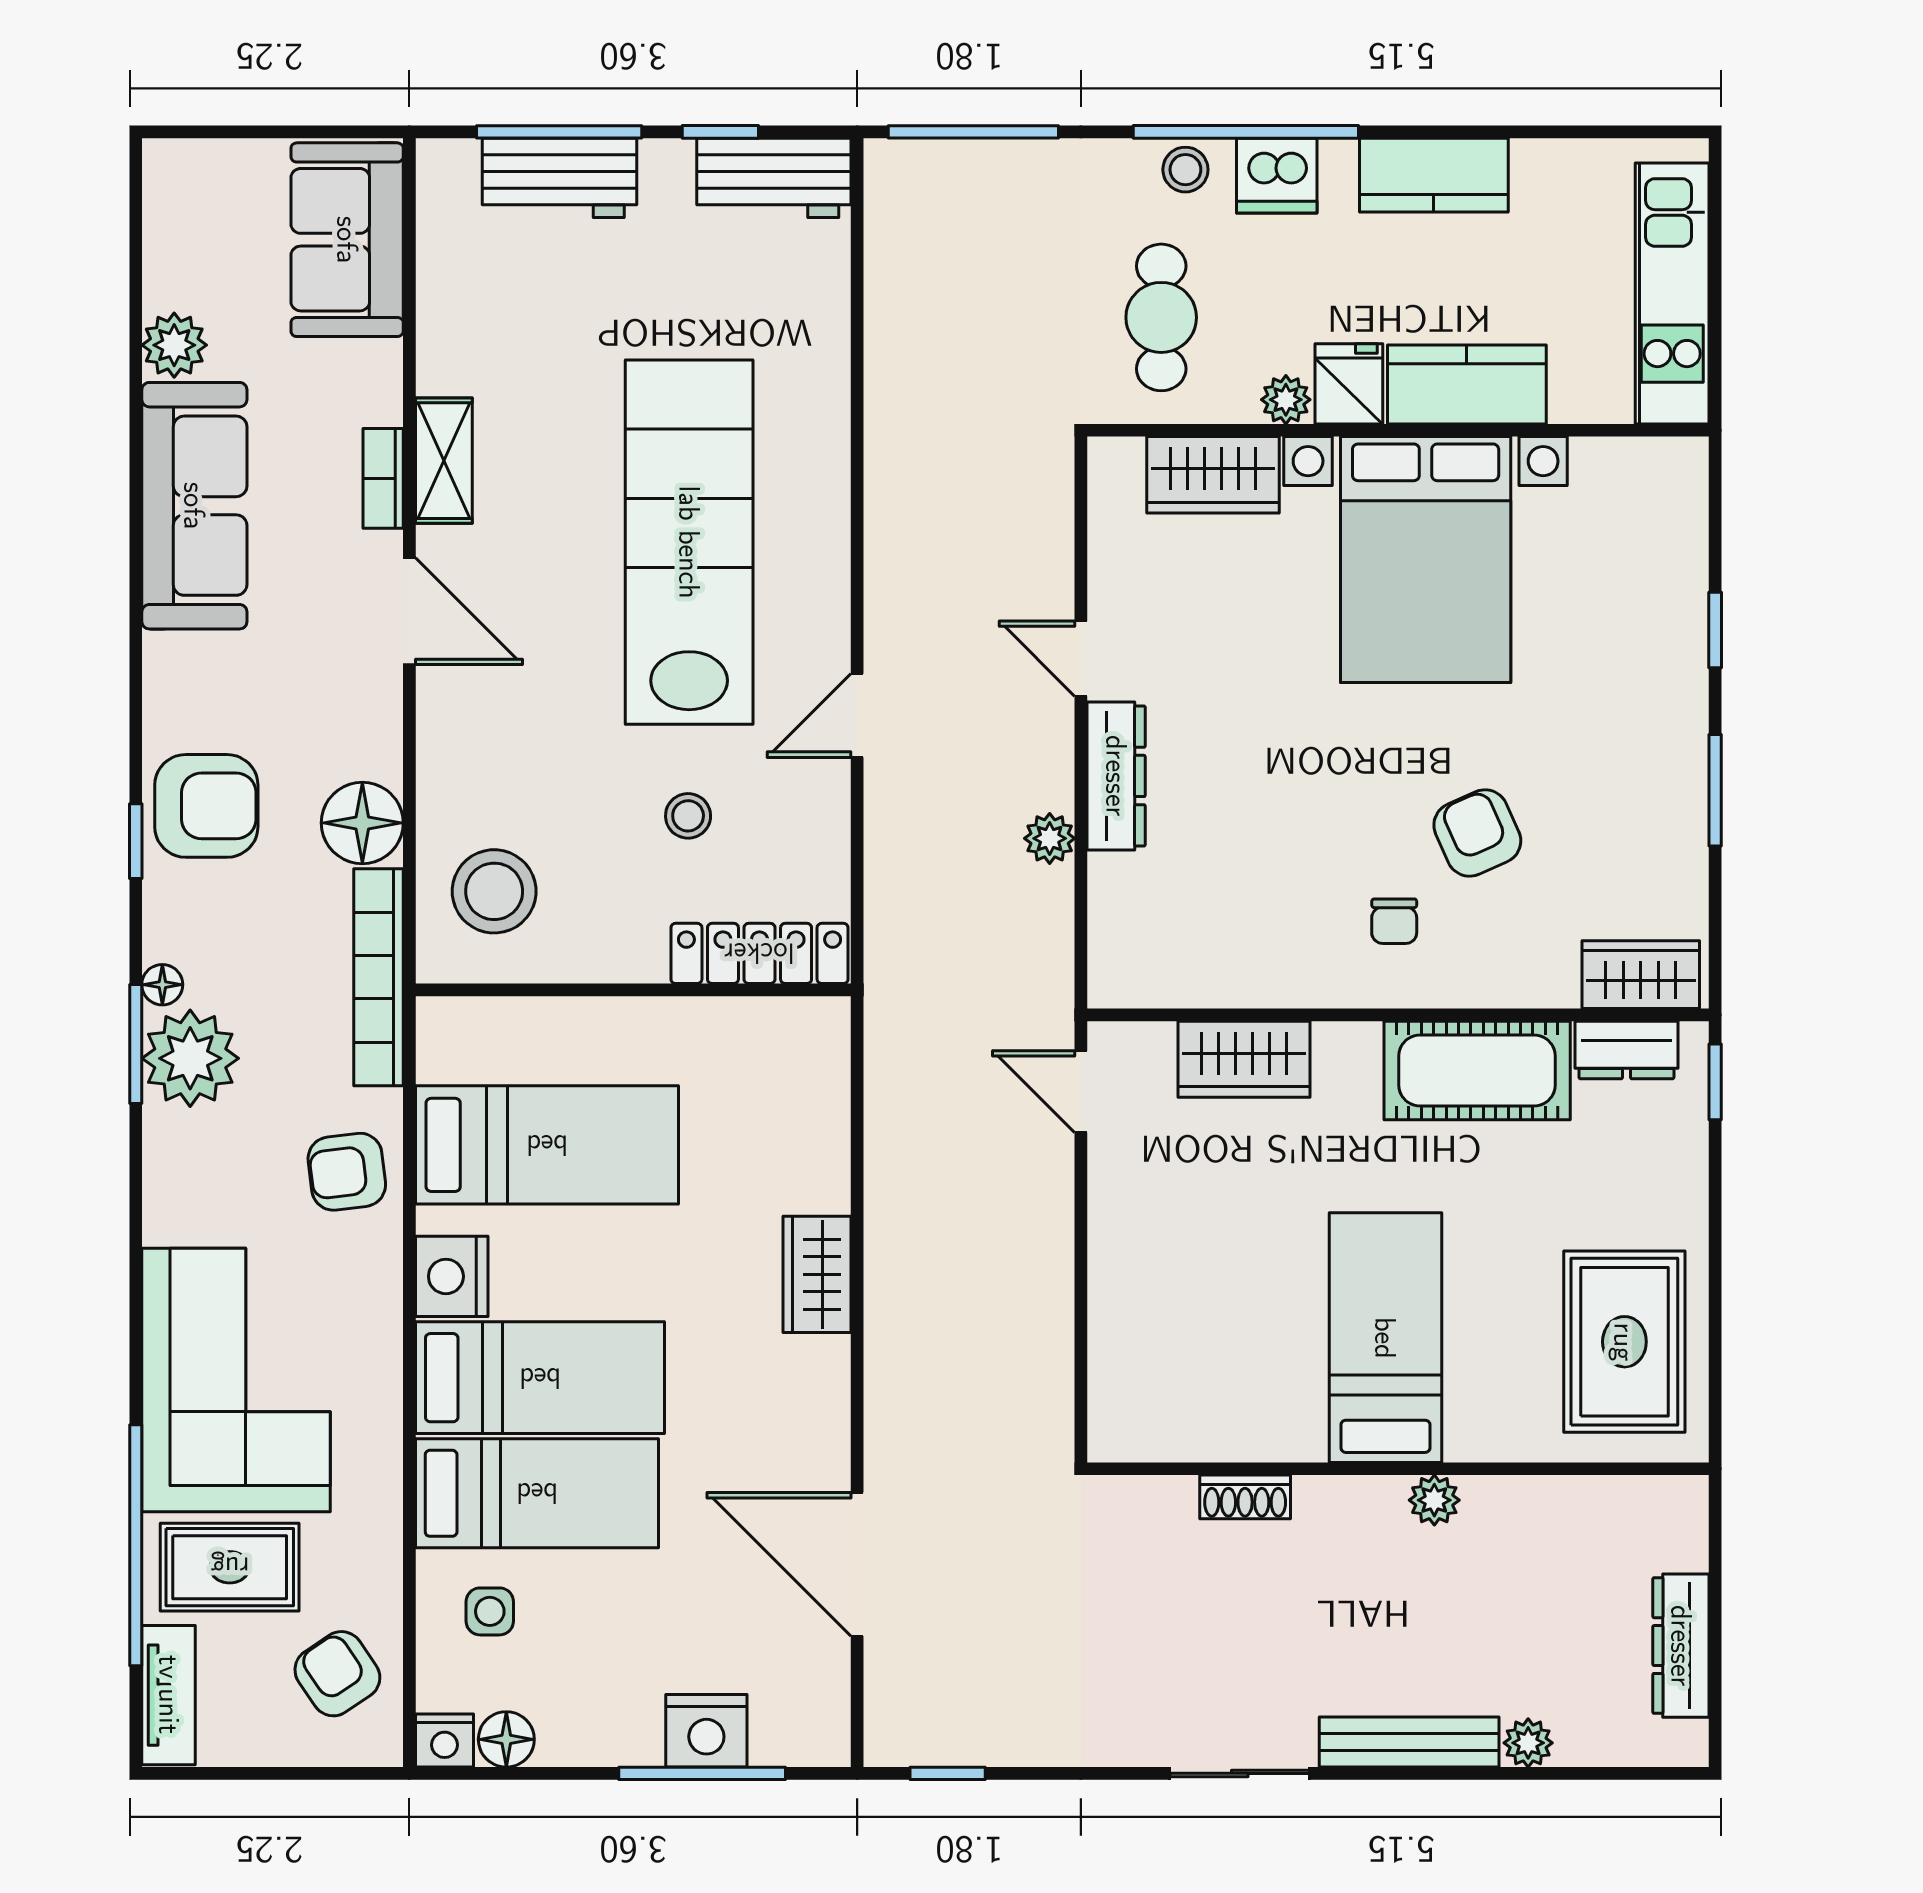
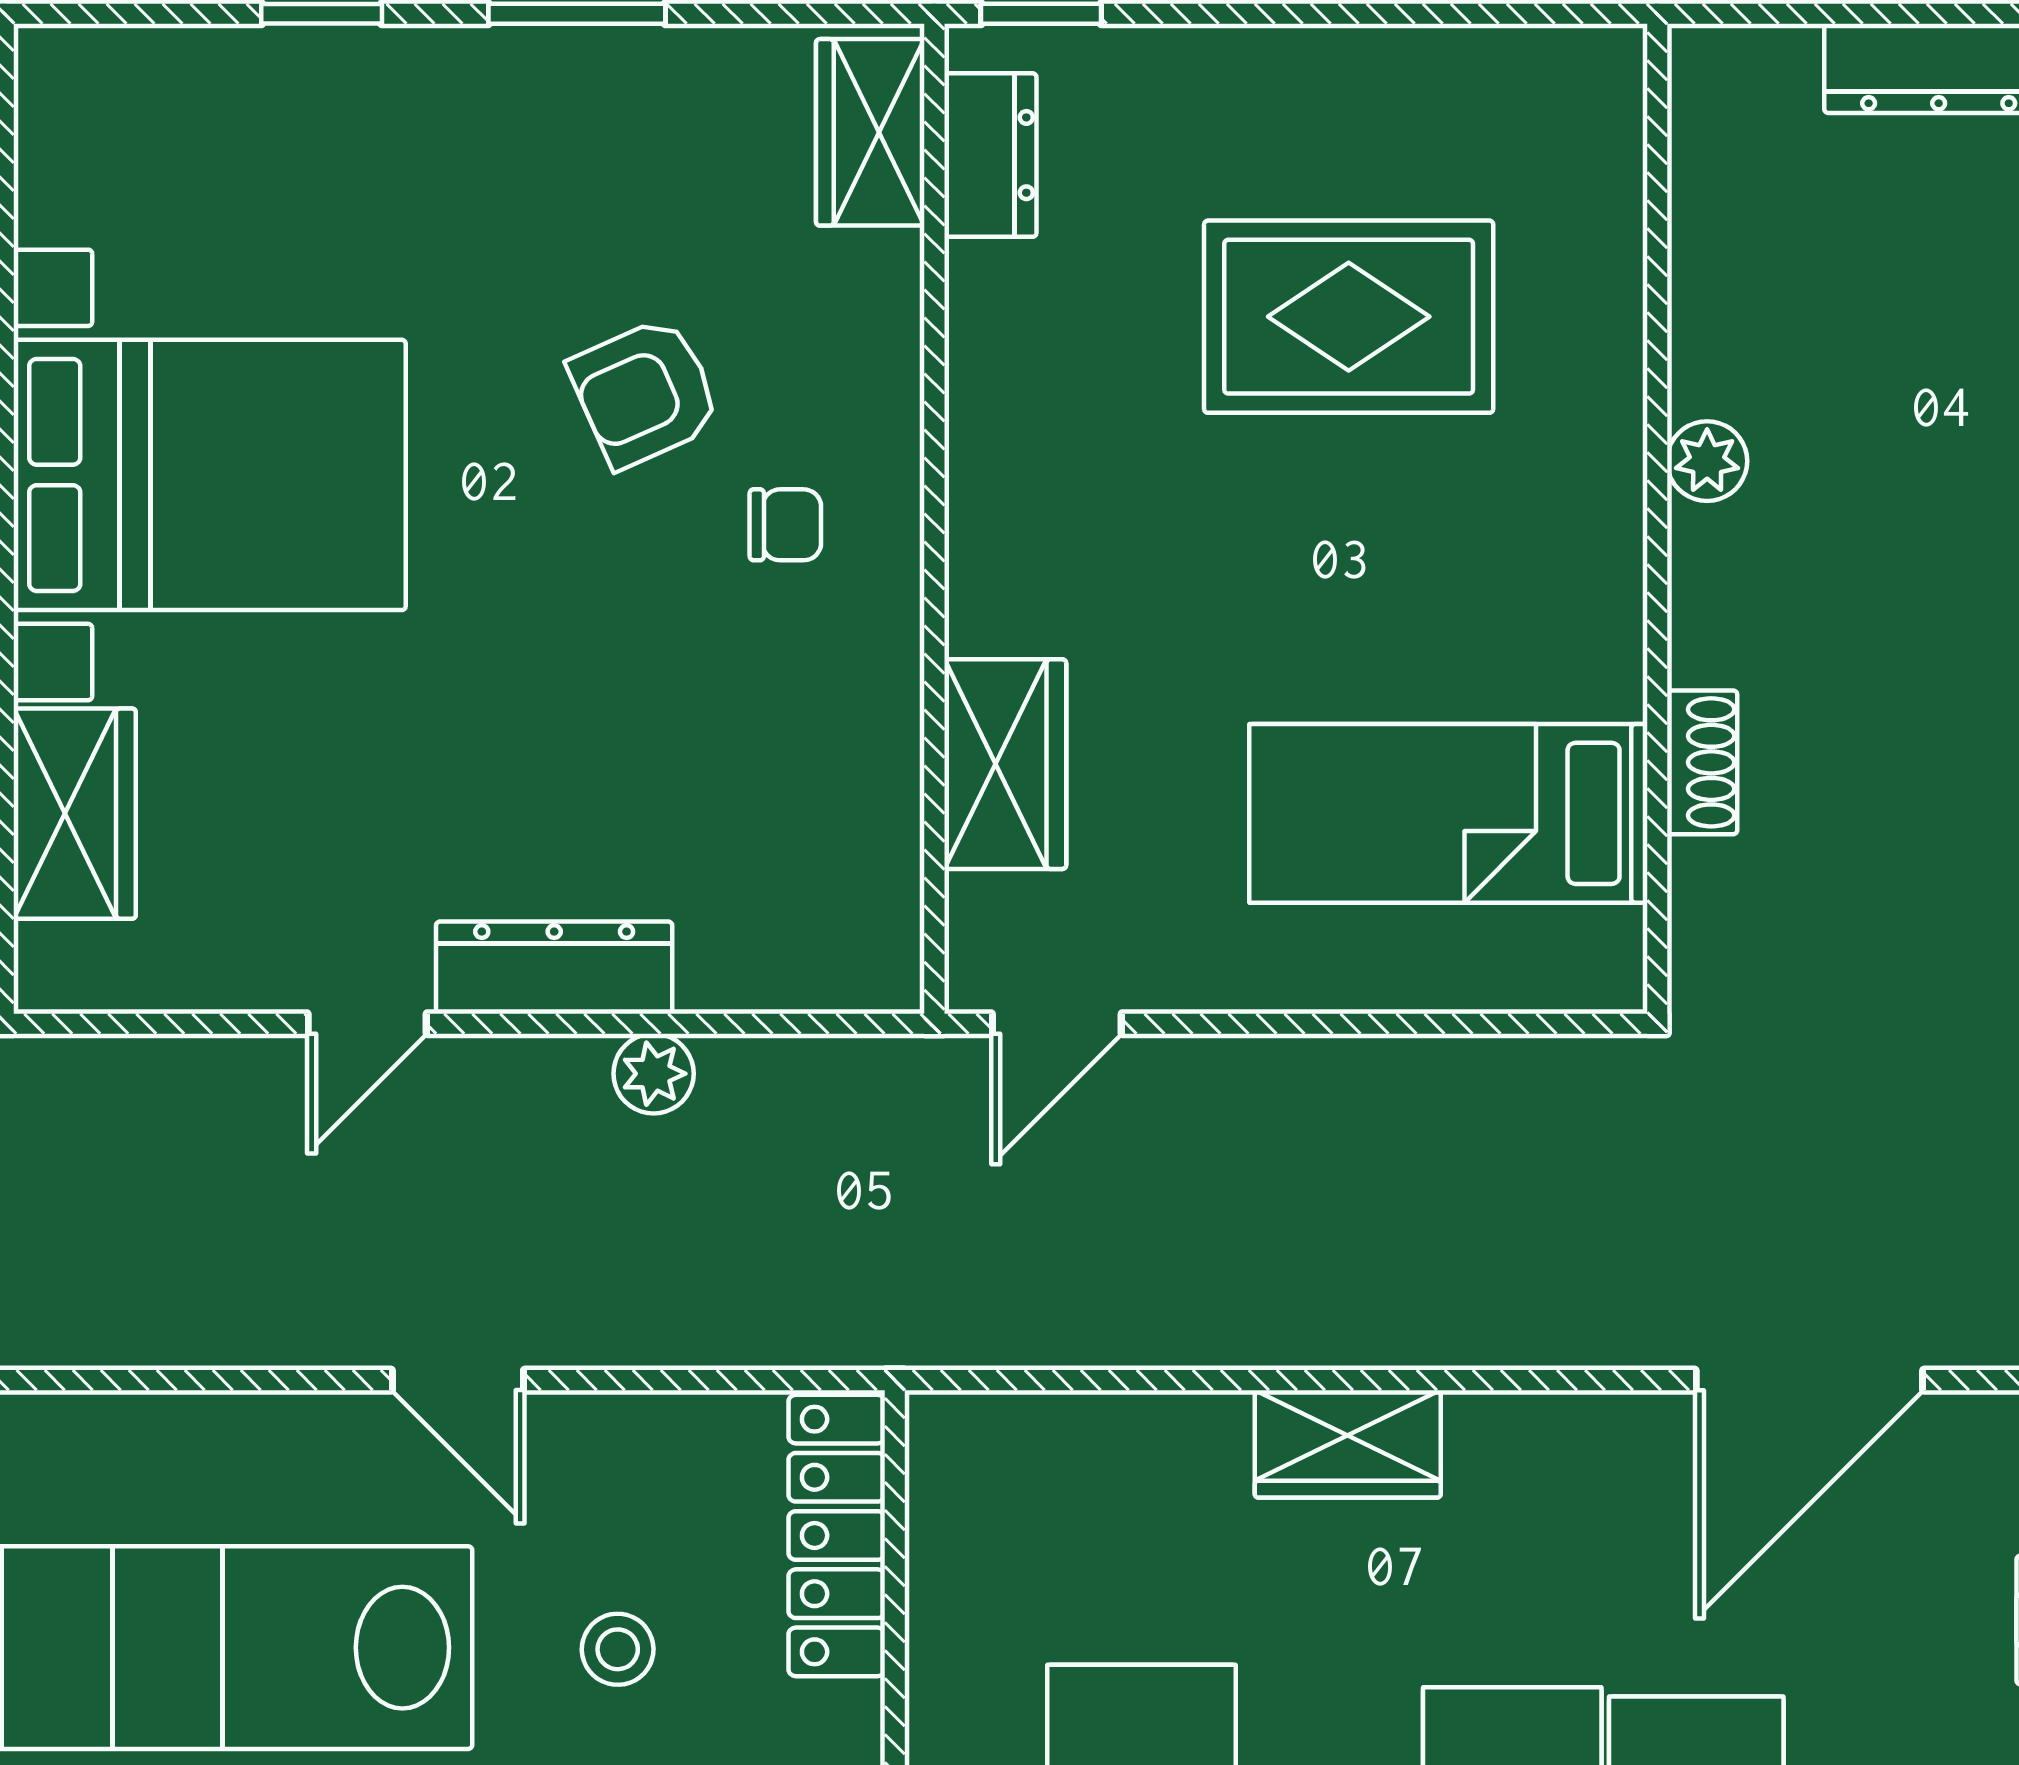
cot: (1477, 1071) -> (1023, 393), removed
bed: (1385, 1338) -> (1448, 813), moved
rug: (1624, 1342) -> (1349, 317), moved

